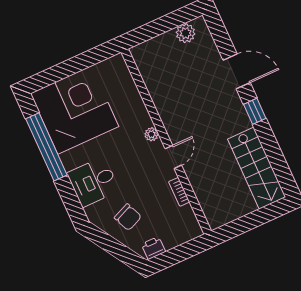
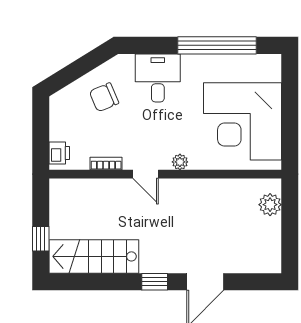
plant: (186, 33) -> (270, 205), moved
corner desk: (75, 110) -> (243, 121), moved, turned 90
window: (262, 216) -> (41, 239), added
printer: (153, 248) -> (59, 153), moved

